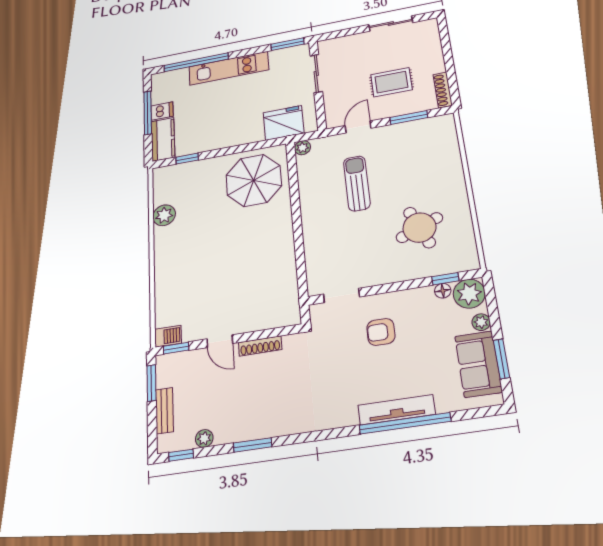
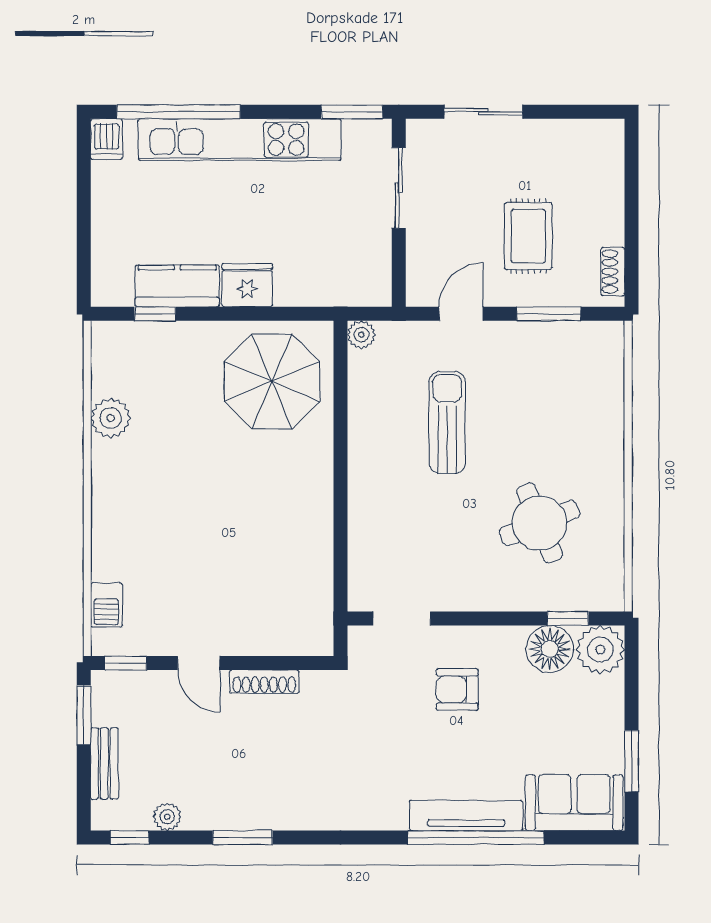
sliding door: (391, 24) -> (483, 112), moved
kitchen unit: (229, 68) -> (239, 140), width x1.36
rug: (391, 82) -> (528, 236), turned 90
shoe rack: (443, 90) -> (613, 272), width x0.70
dishwasher: (162, 111) -> (106, 139), moved, turned 90
window: (148, 113) -> (84, 202), removed
fridge: (284, 123) -> (247, 285), moved, width x0.73, depth x0.75
kitchen counter: (163, 139) -> (177, 286), moved, turned -90
floor lamp: (443, 291) -> (550, 649), width x1.89, depth x1.89
plant: (481, 322) -> (611, 699), removed
barbecue: (168, 336) -> (106, 605), moved, turned 90
sofa: (478, 364) -> (574, 803), moved, turned 90

